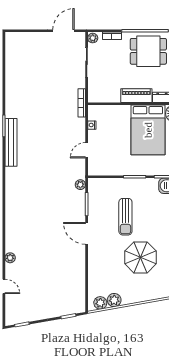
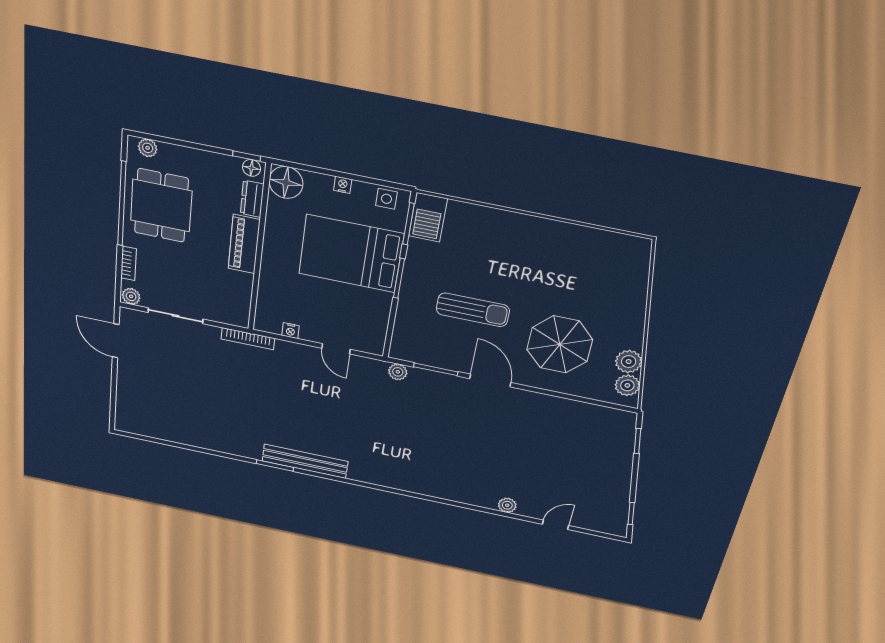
bed: (148, 130) -> (351, 254), moved, turned 180
door: (87, 233) -> (490, 381), swing flipped
parasol: (141, 257) -> (560, 344), moved

